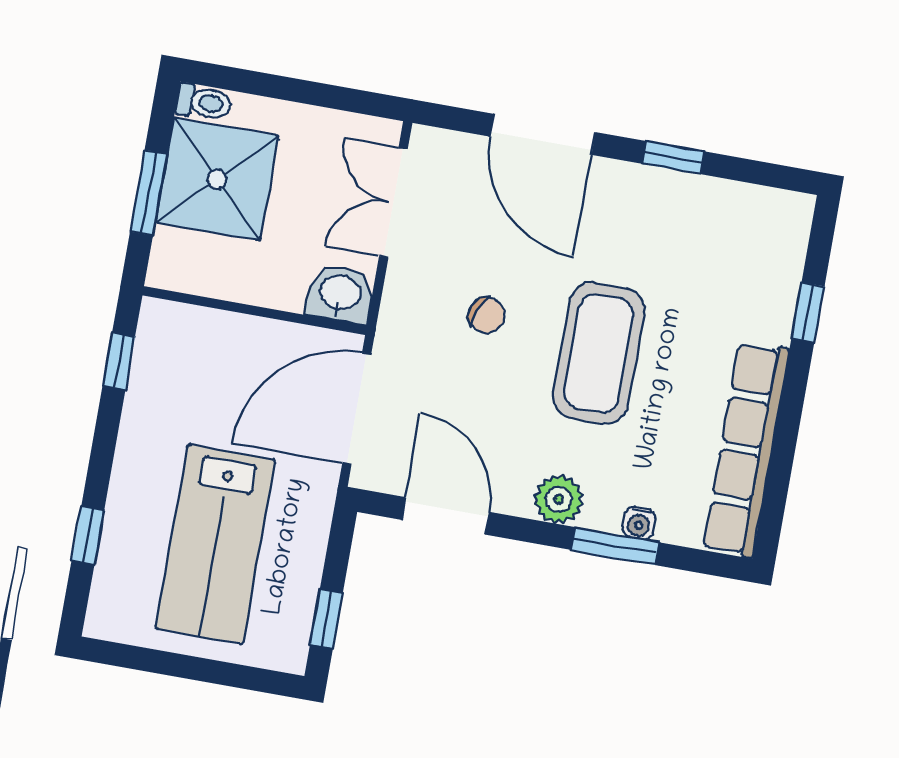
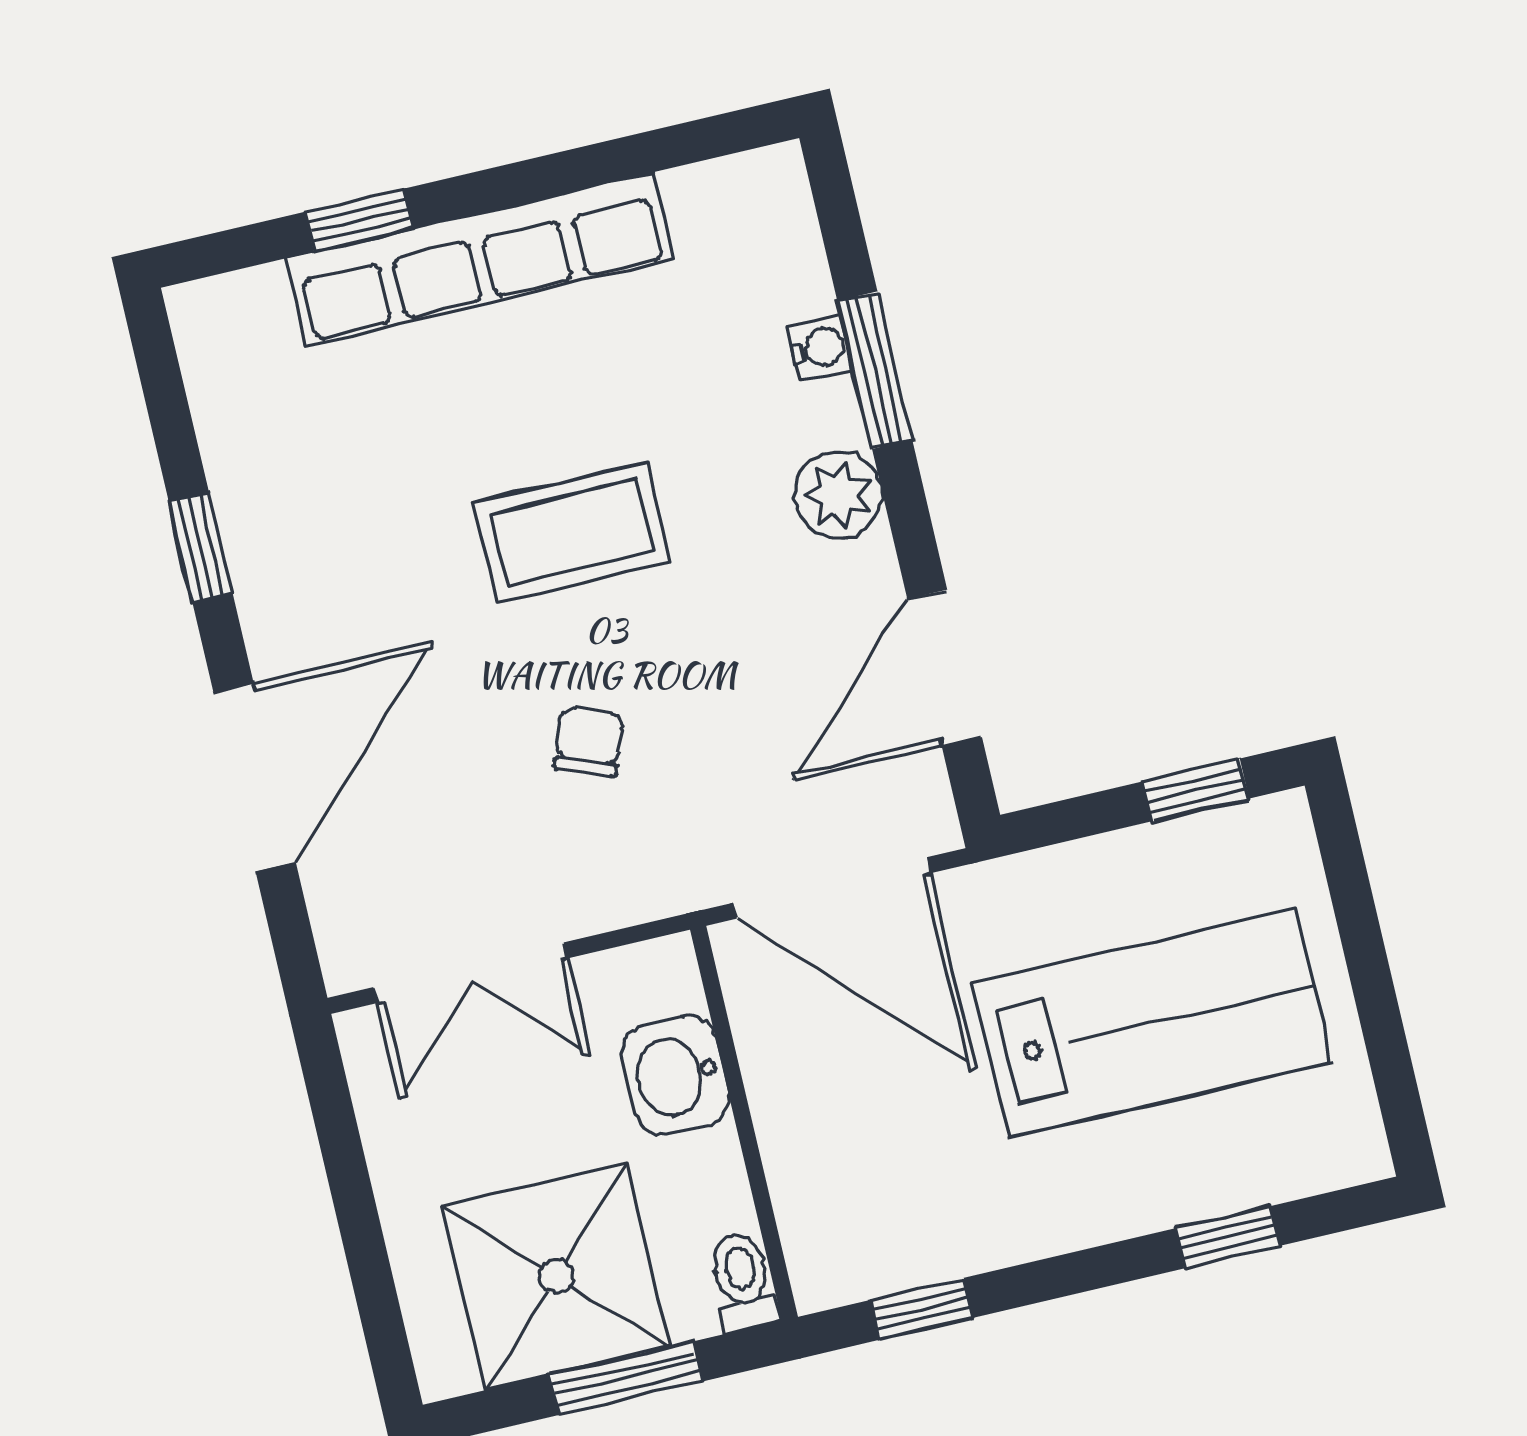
toilet: (204, 102) -> (743, 1281), moved
washbasin: (340, 294) -> (675, 1075), moved
coffee table: (599, 353) -> (572, 532), width x0.73, depth x0.76
row of seats: (746, 449) -> (480, 259), moved

